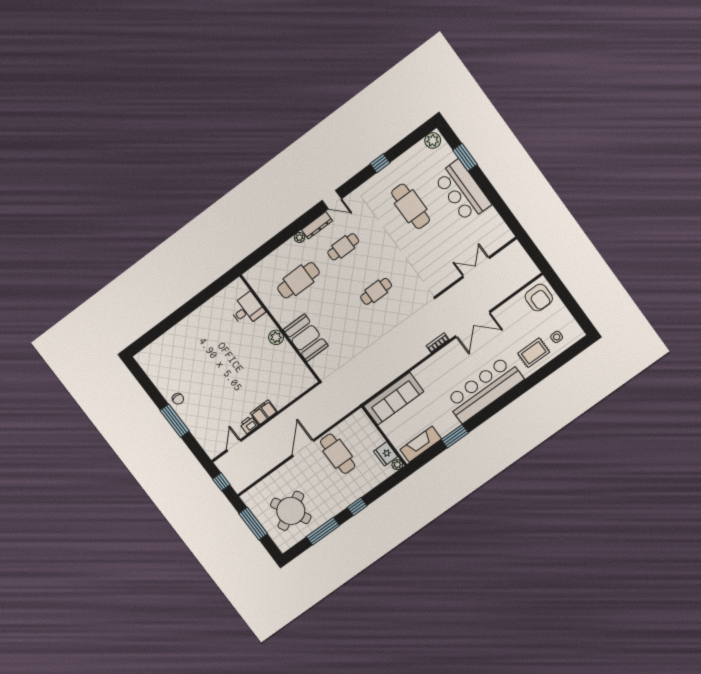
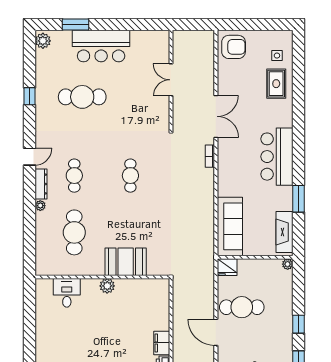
bar counter: (484, 389) -> (277, 157), width x0.73
fridge: (386, 454) -> (227, 267), moved

